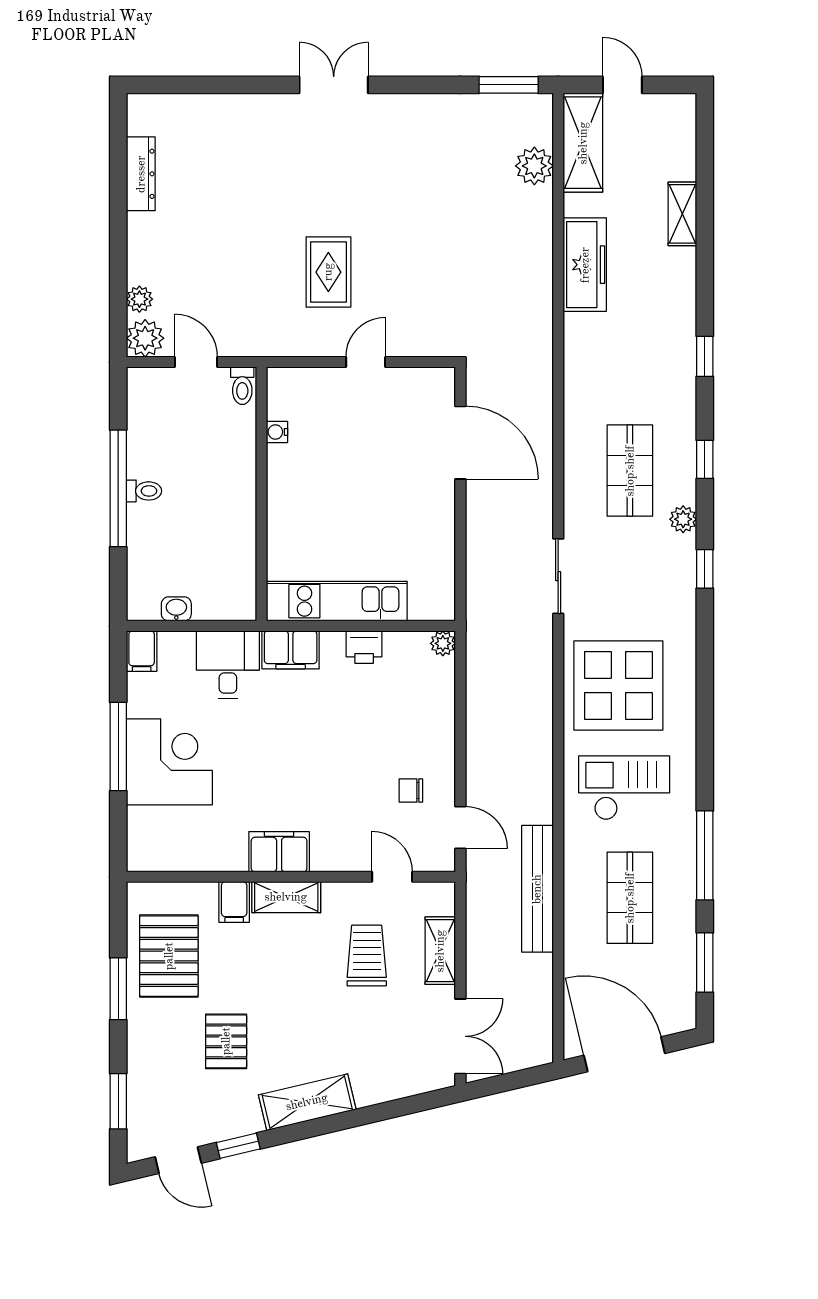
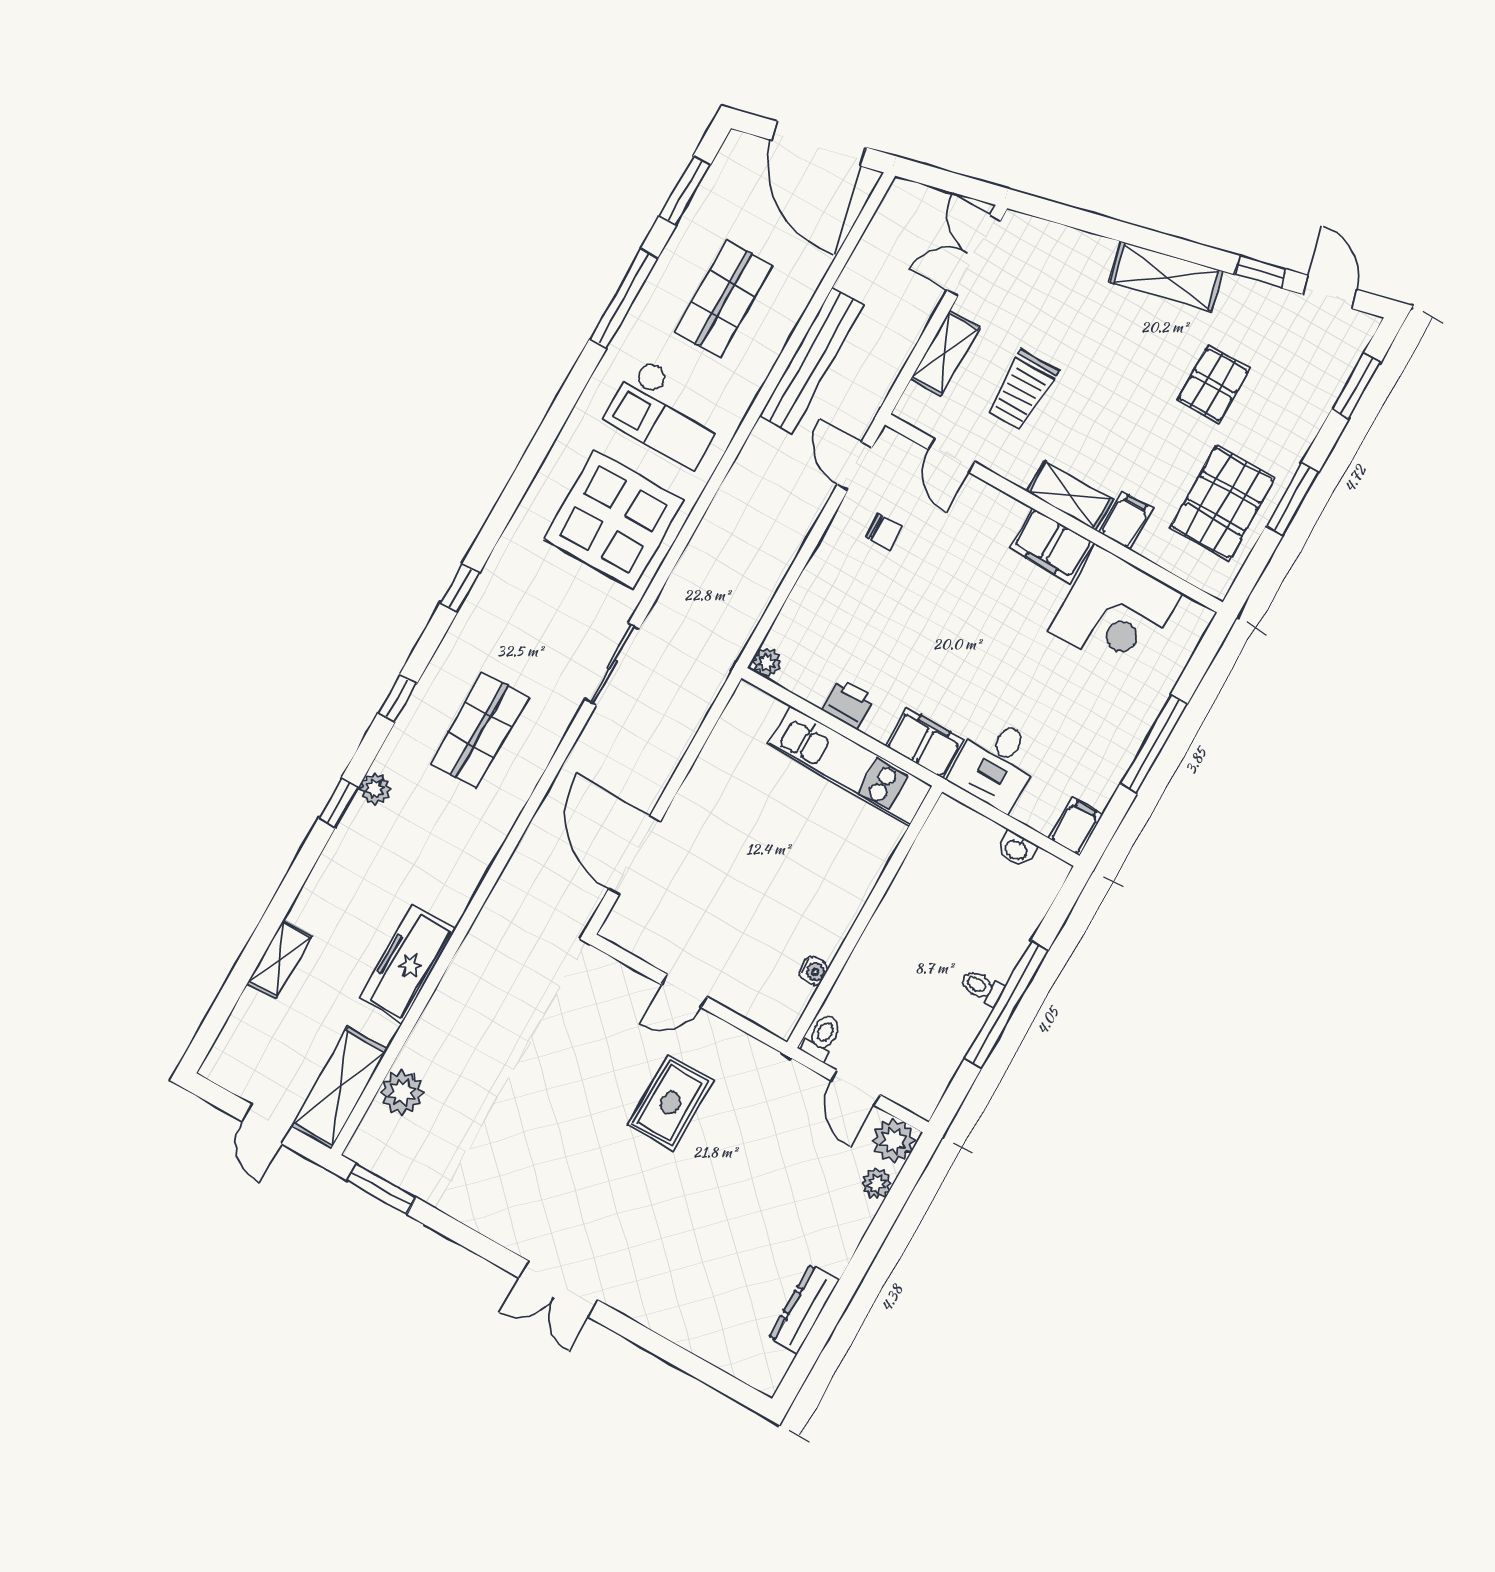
plant: (683, 519) -> (375, 789), moved
corner desk: (169, 762) -> (1115, 612), moved, turned -90

